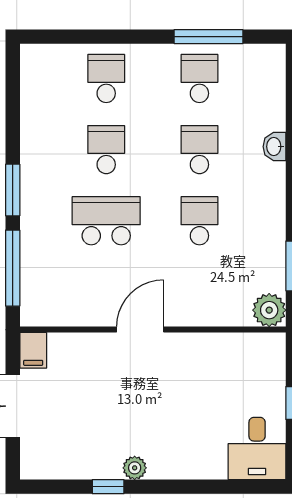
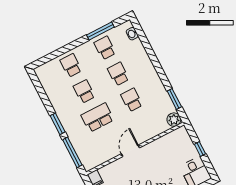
washbasin: (274, 147) -> (132, 34), moved

